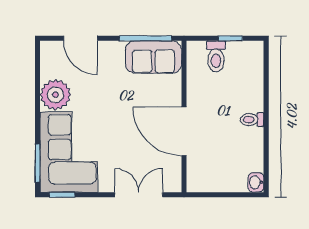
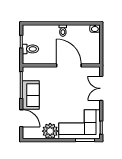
door: (81, 38) -> (21, 118), hinge flipped
sofa: (153, 57) -> (31, 95), moved
door: (184, 131) -> (69, 65), swing flipped

